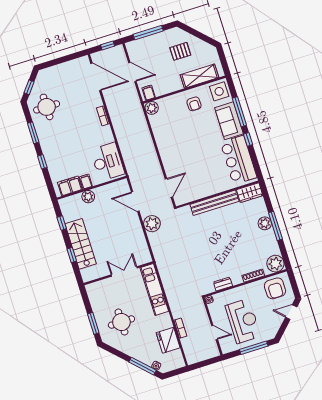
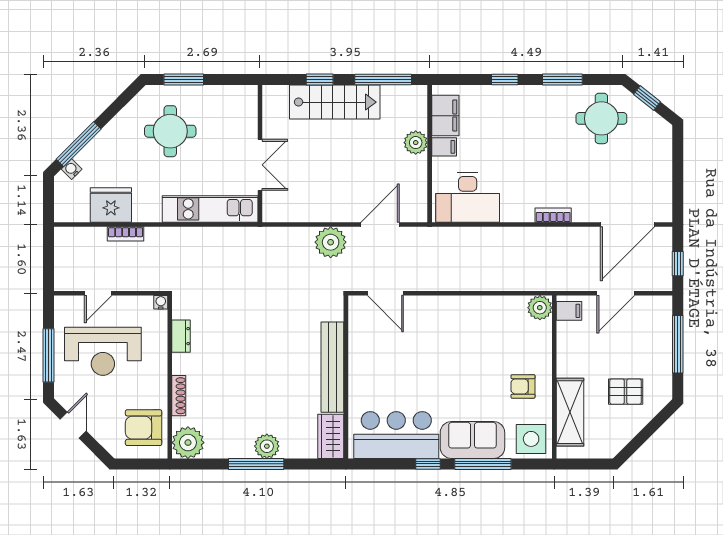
pallet: (180, 51) -> (626, 392), turned 90
window: (62, 223) -> (383, 80), width x2.17
door: (291, 312) -> (73, 425), moved

